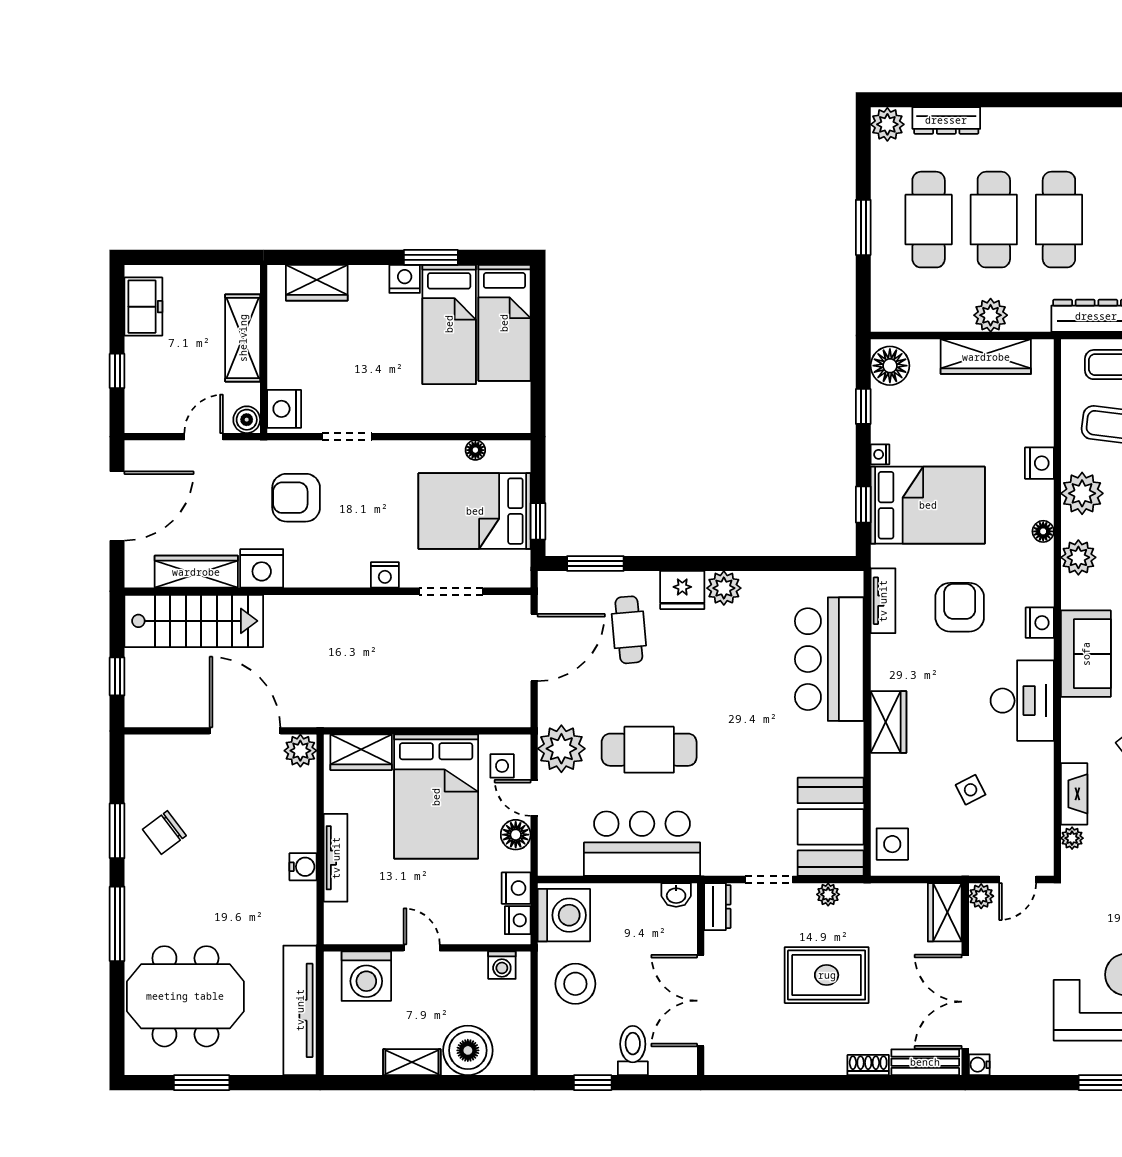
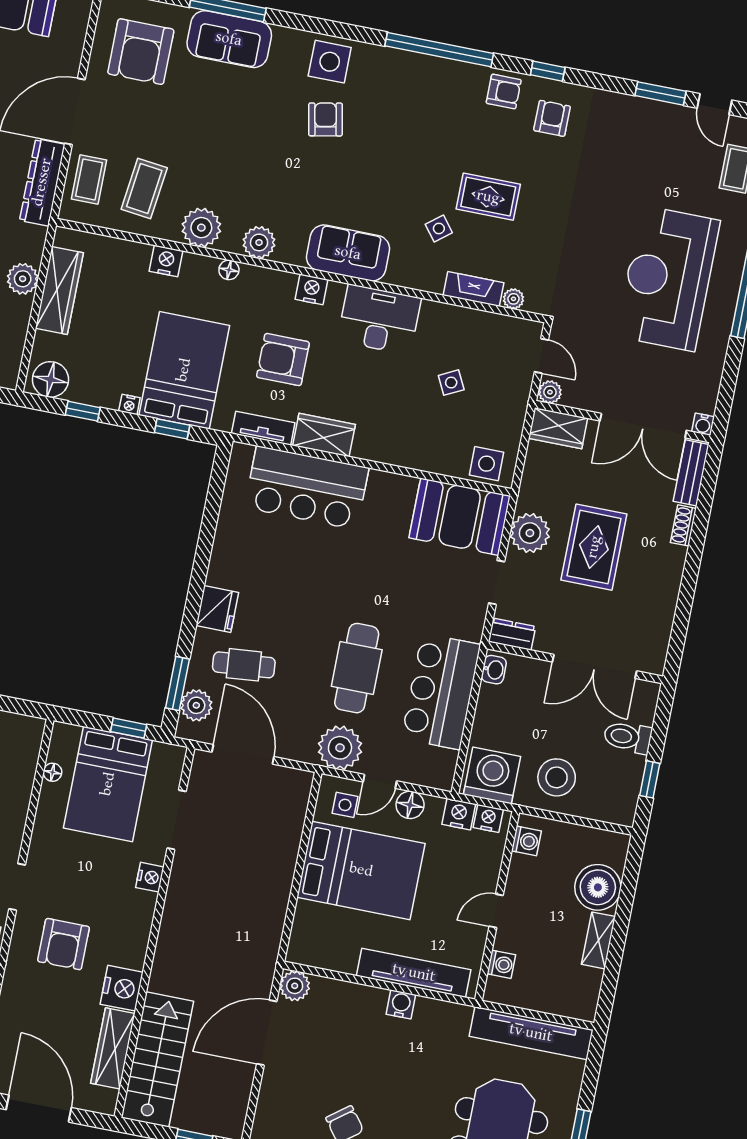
plant: (724, 588) -> (196, 705), moved
wardrobe: (889, 722) -> (324, 435), moved
wardrobe: (361, 752) -> (307, 931), removed
tv unit: (336, 858) -> (414, 973), width x1.36, depth x1.29
plant: (828, 894) -> (530, 533), width x1.88, depth x1.88
washing machine: (366, 976) -> (501, 964), width x0.53, depth x0.53

